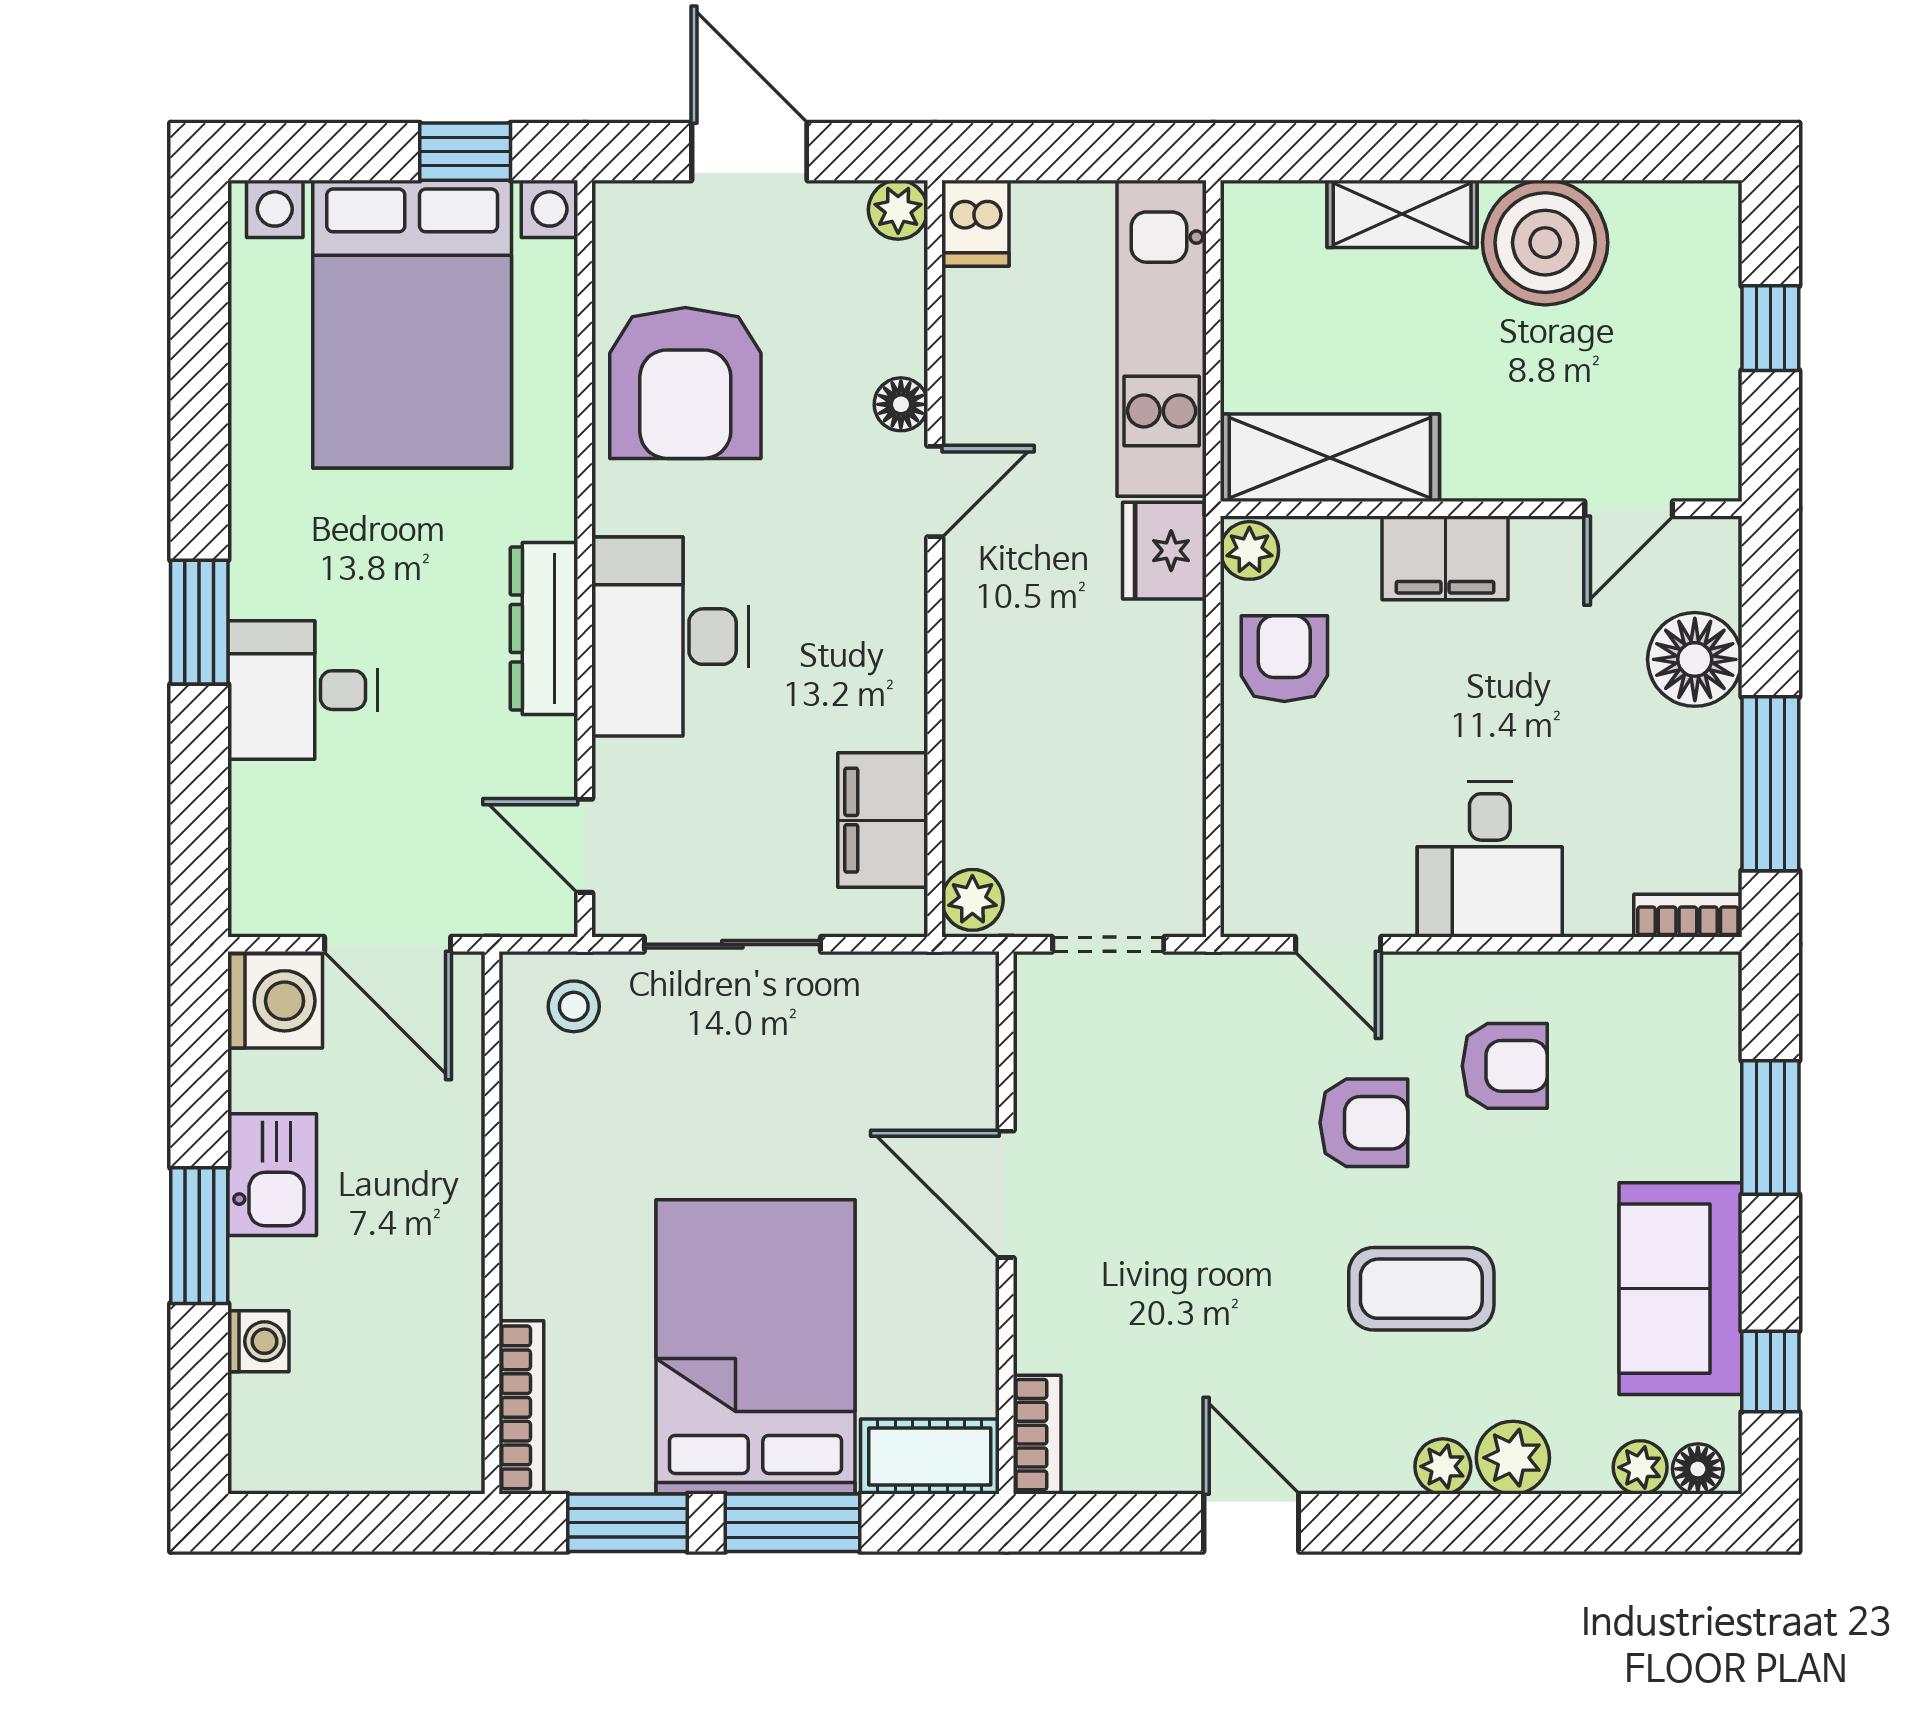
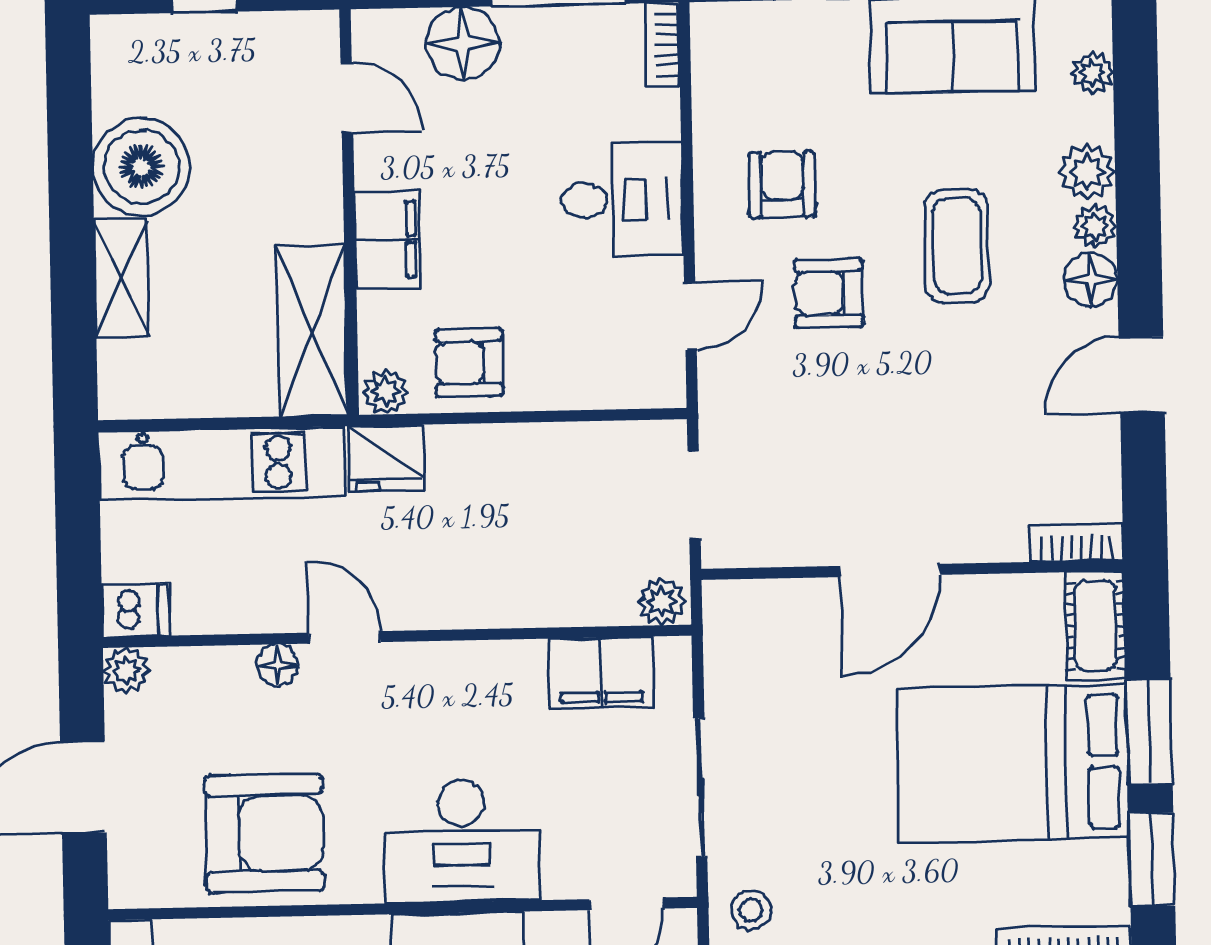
armchair: (1364, 1123) -> (829, 293), turned -90
floor lamp: (1698, 1469) -> (1091, 279), moved, width x1.37, depth x1.37

